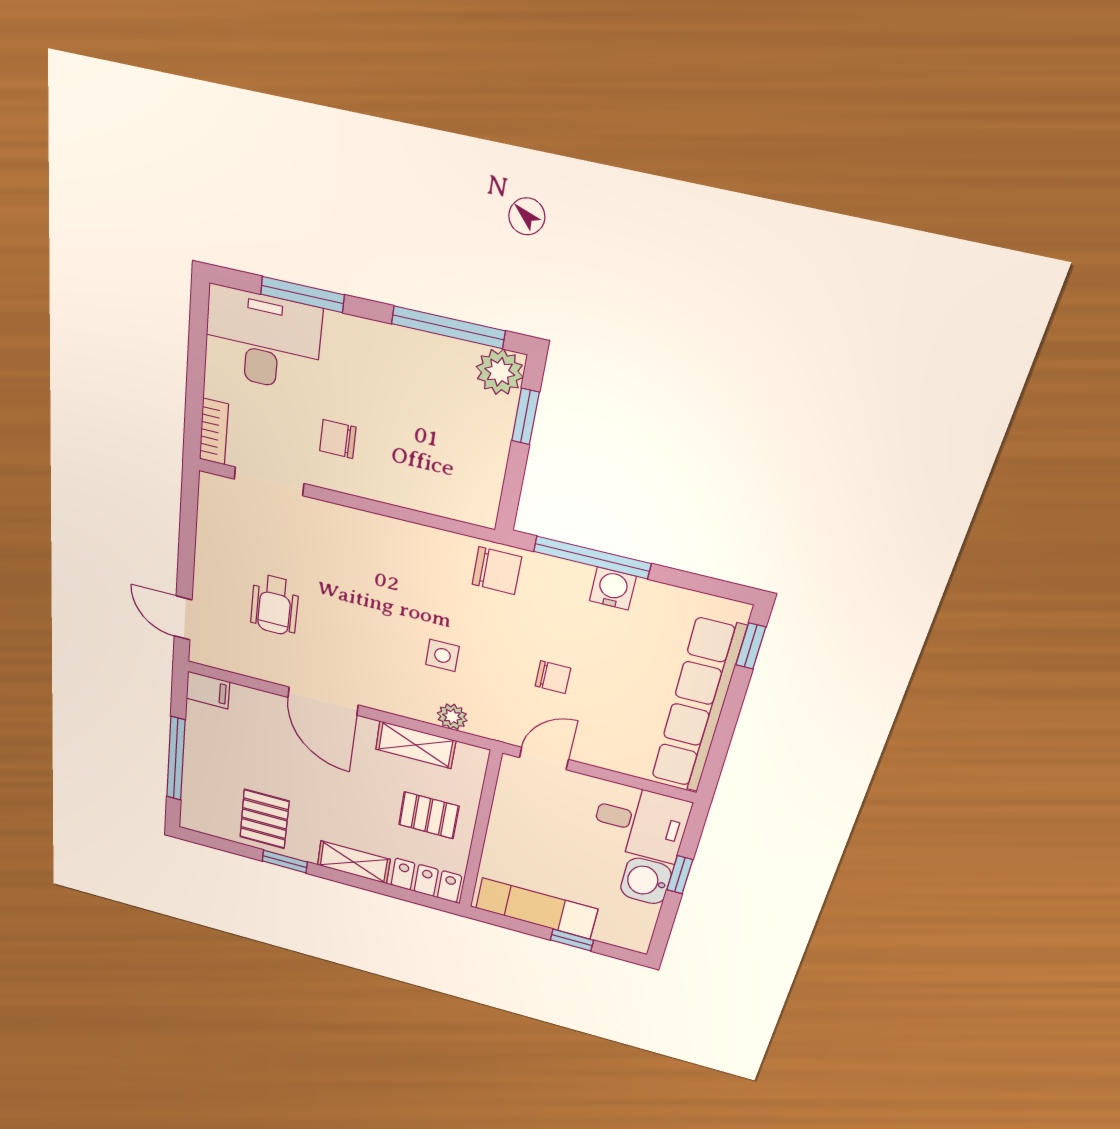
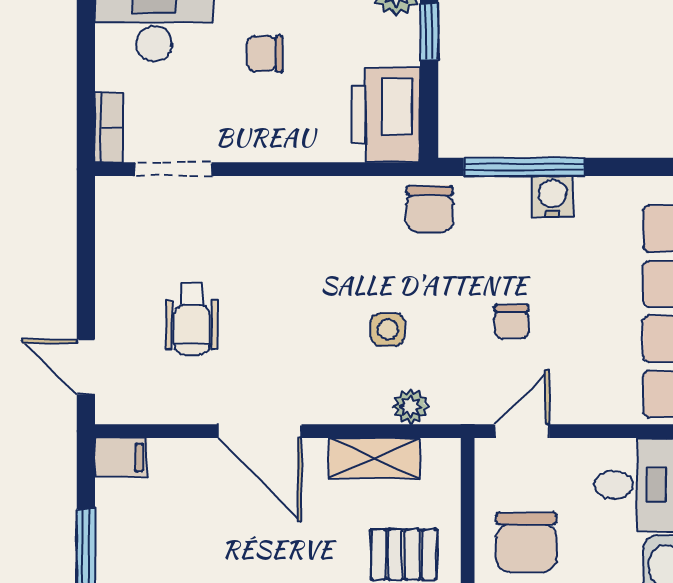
chair: (338, 439) -> (265, 54), moved
printer: (470, 482) -> (386, 115), added
chair: (497, 571) -> (430, 209), turned 90
chair: (553, 677) -> (512, 322), turned 90
chair: (531, 834) -> (526, 542), added

